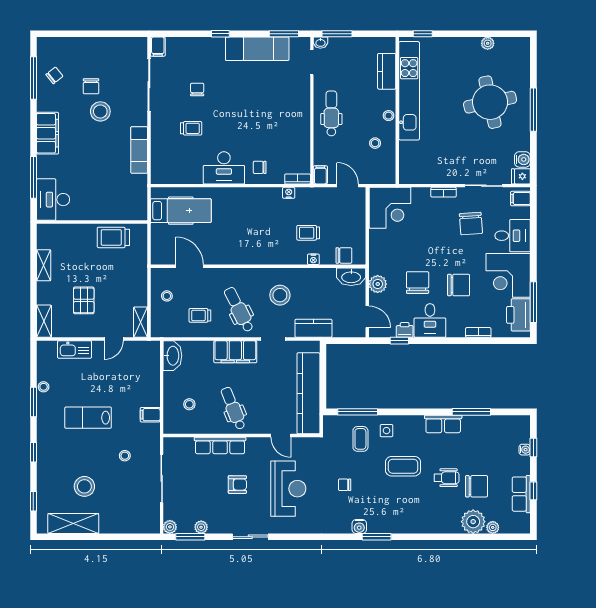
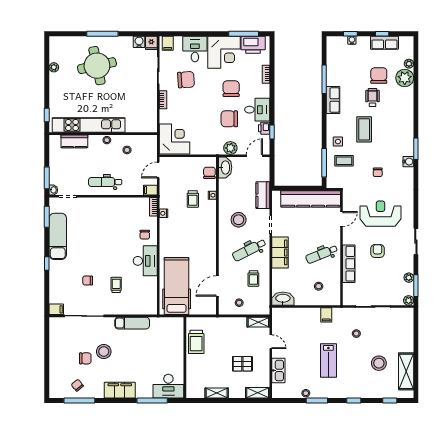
hospital bed: (181, 211) -> (177, 286), width x1.37, depth x1.29

